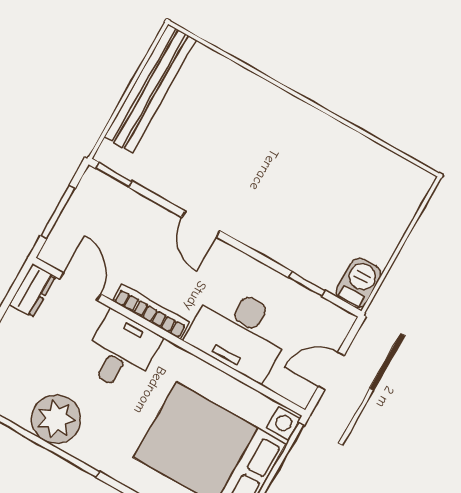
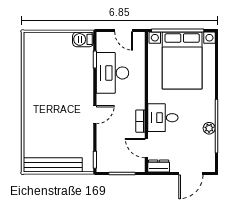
door: (80, 287) -> (146, 148), hinge flipped
bookcase: (151, 312) -> (140, 121), width x0.64
desk: (239, 332) -> (112, 73), moved, turned 180
plant: (56, 419) -> (209, 128), width x0.53, depth x0.53

